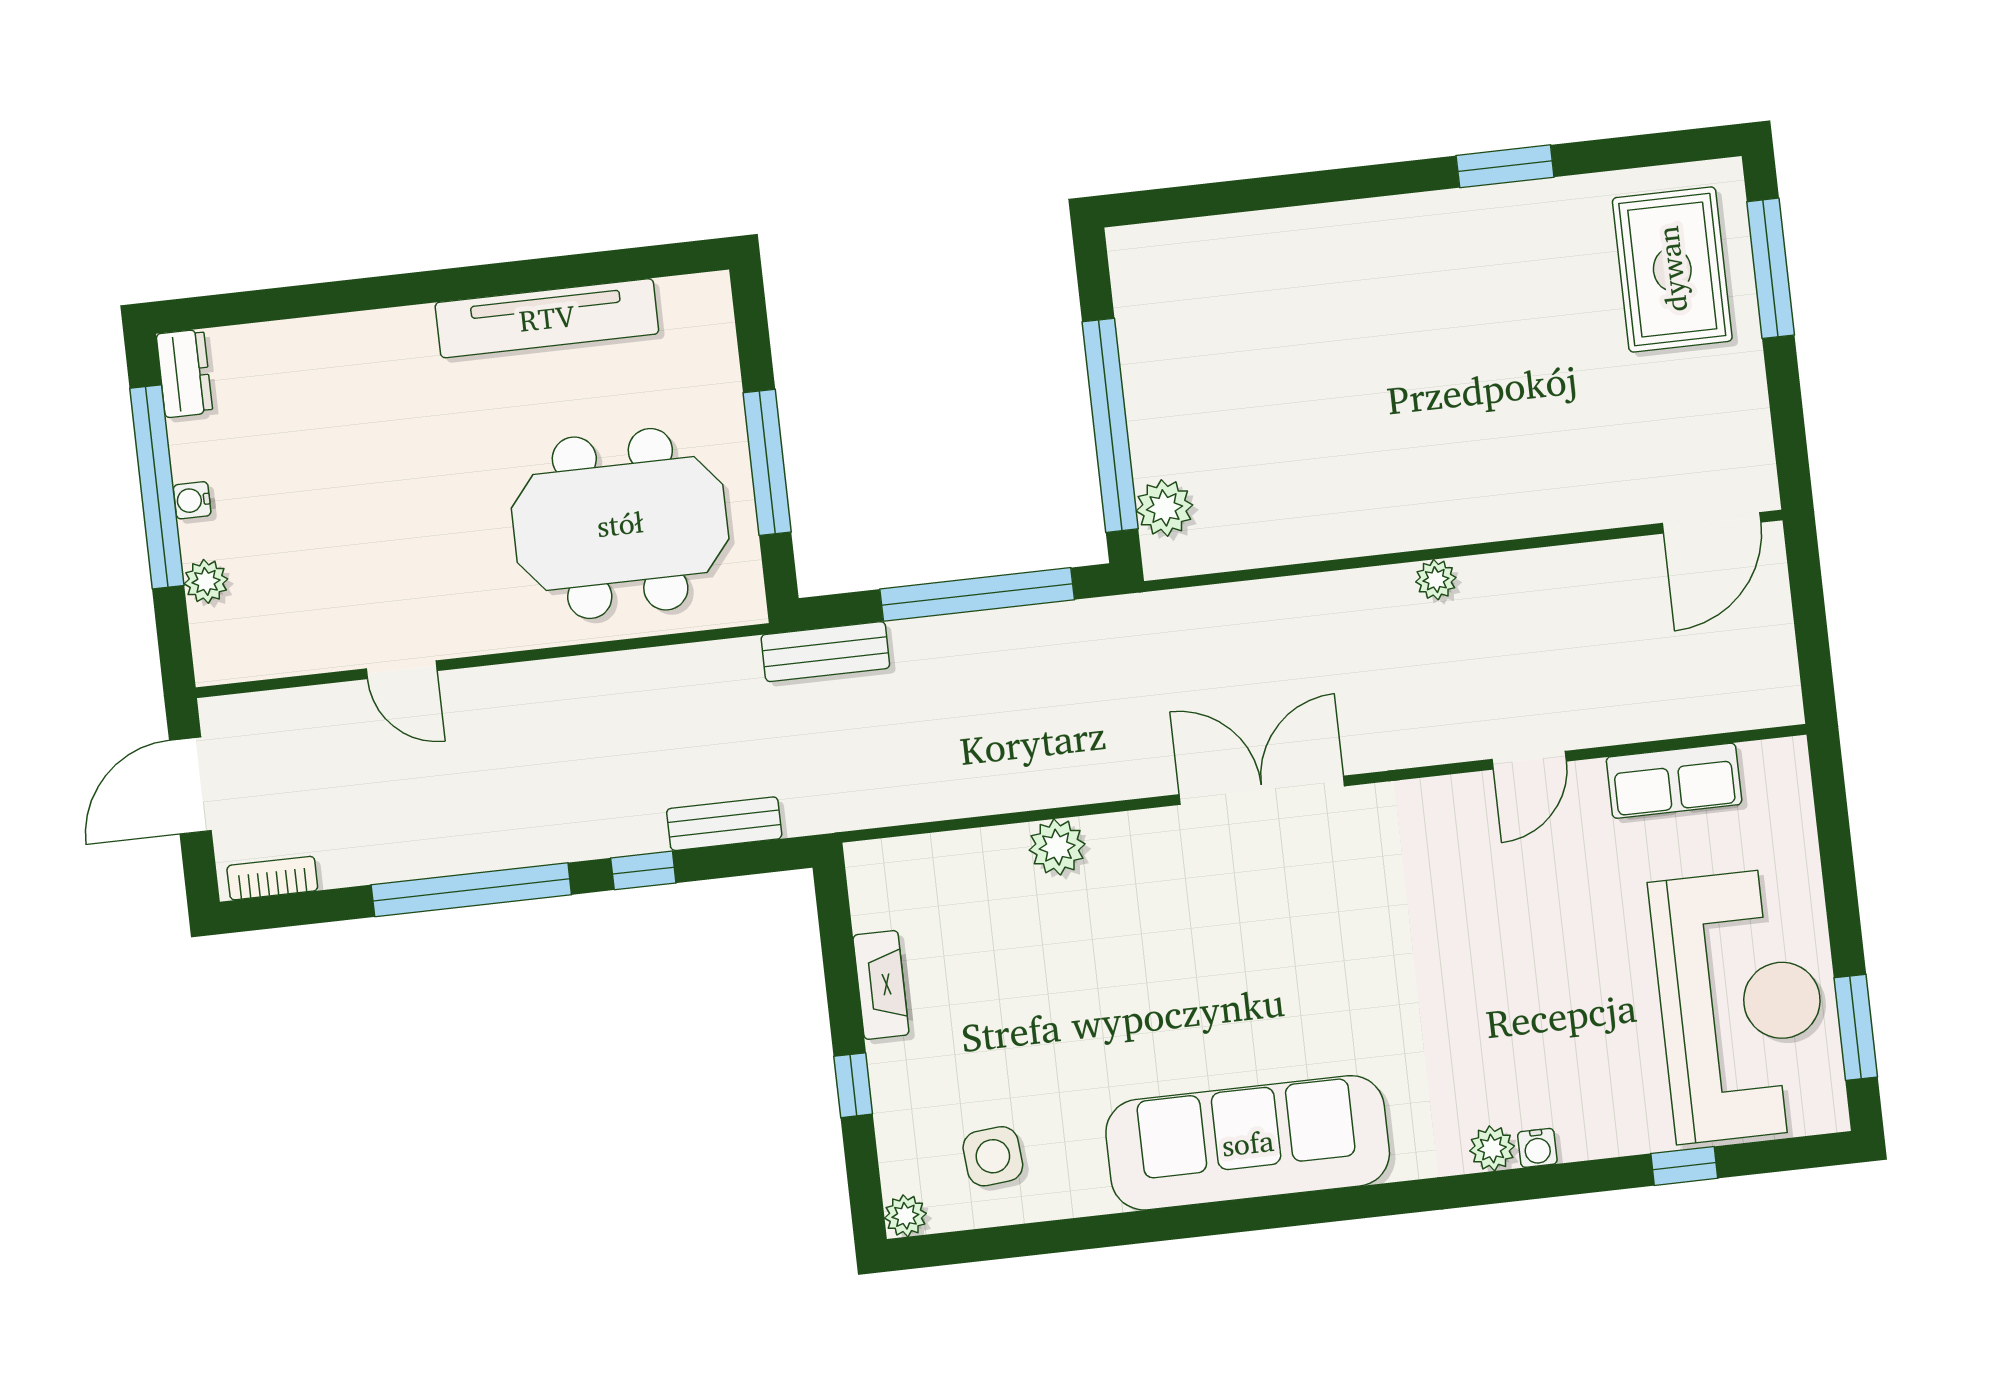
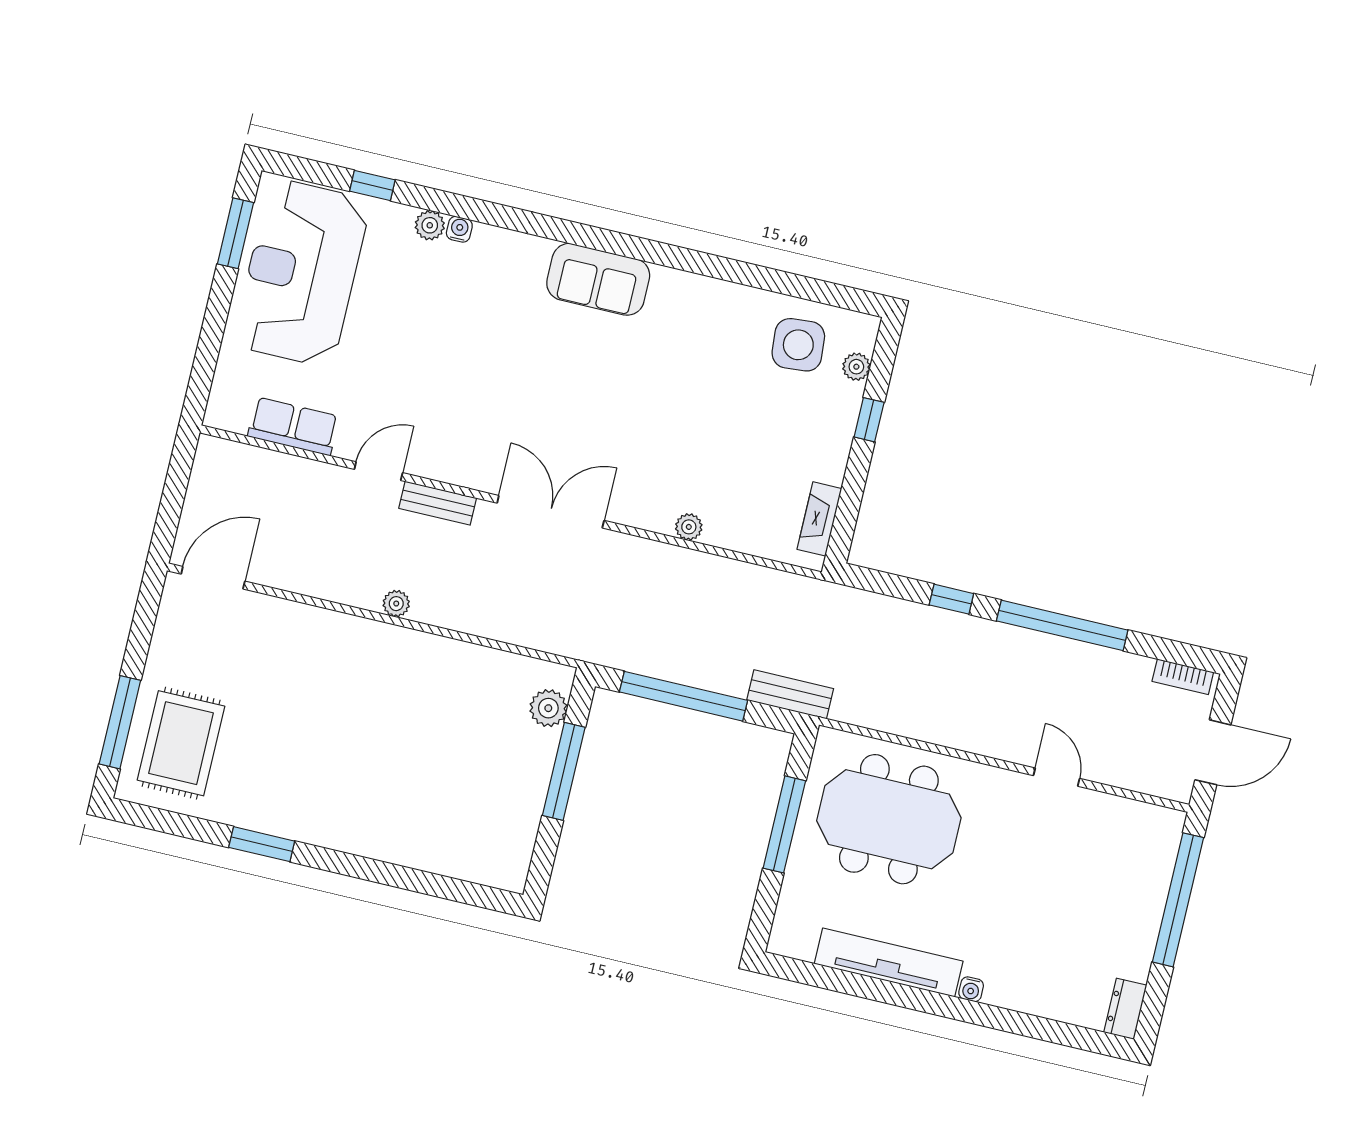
window: (1110, 425) -> (564, 771), width x0.68
window: (157, 487) -> (1178, 900), moved
water cooler: (192, 500) -> (971, 989), moved, turned 90
plant: (206, 581) -> (1158, 875), removed
double door: (1262, 790) -> (551, 512), swing flipped
bench: (724, 824) -> (438, 503), moved
plant: (1057, 847) -> (689, 527), width x0.73, depth x0.73
fireplace: (881, 985) -> (819, 519), moved
sofa: (1248, 1143) -> (598, 279), width x0.54, depth x0.79
plant: (1492, 1148) -> (430, 225), moved
side table: (993, 1156) -> (798, 345), width x1.37, depth x1.37
plant: (905, 1216) -> (856, 367), moved

